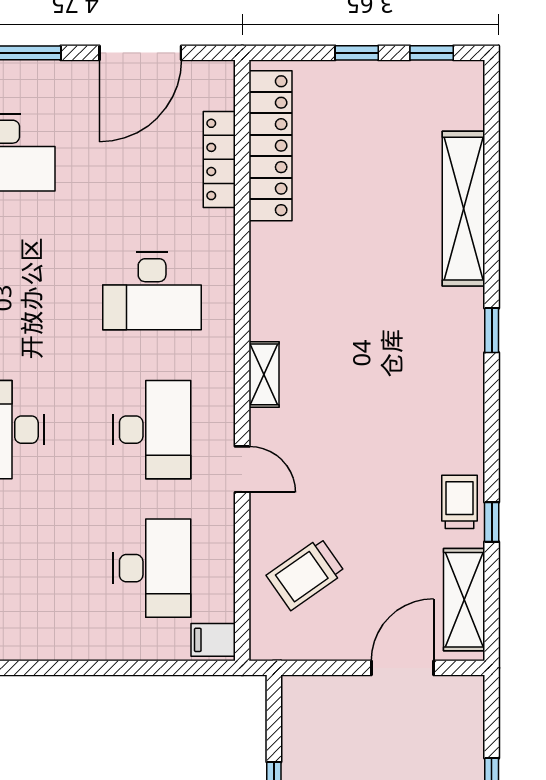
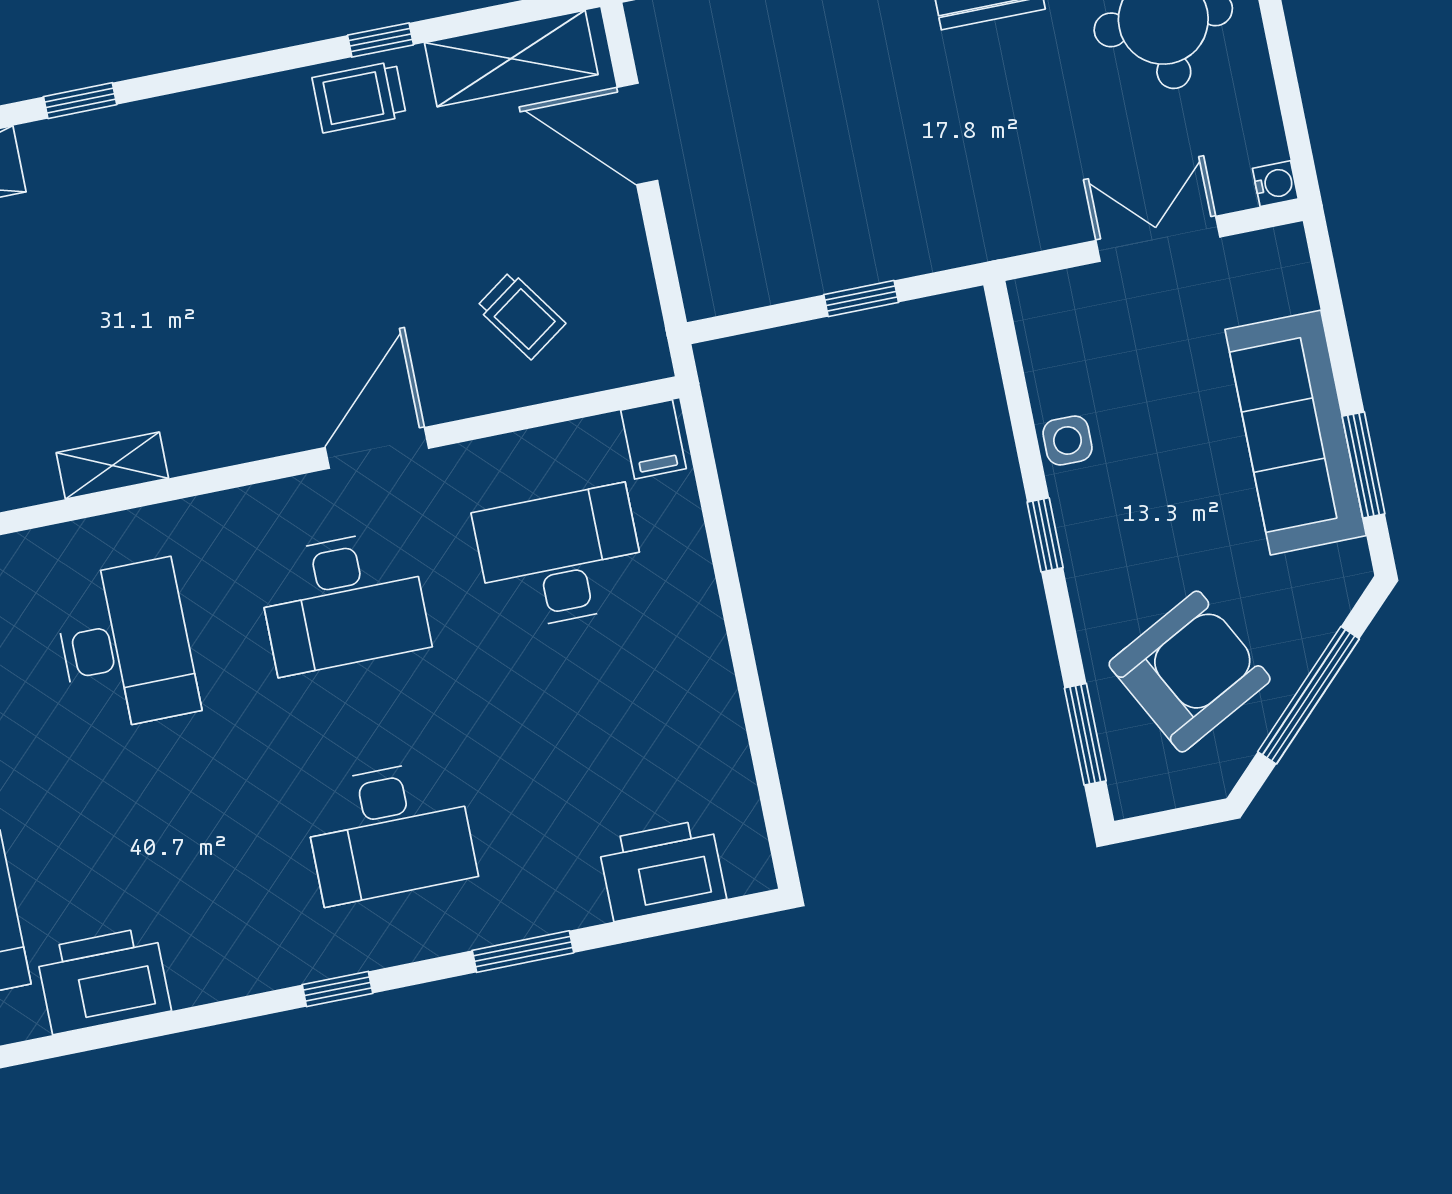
shelving: (264, 374) -> (112, 466), moved
desk: (152, 430) -> (343, 602), turned 180
door: (242, 469) -> (377, 448), width x1.38
trolley: (306, 574) -> (521, 315), width x0.73, depth x0.72

